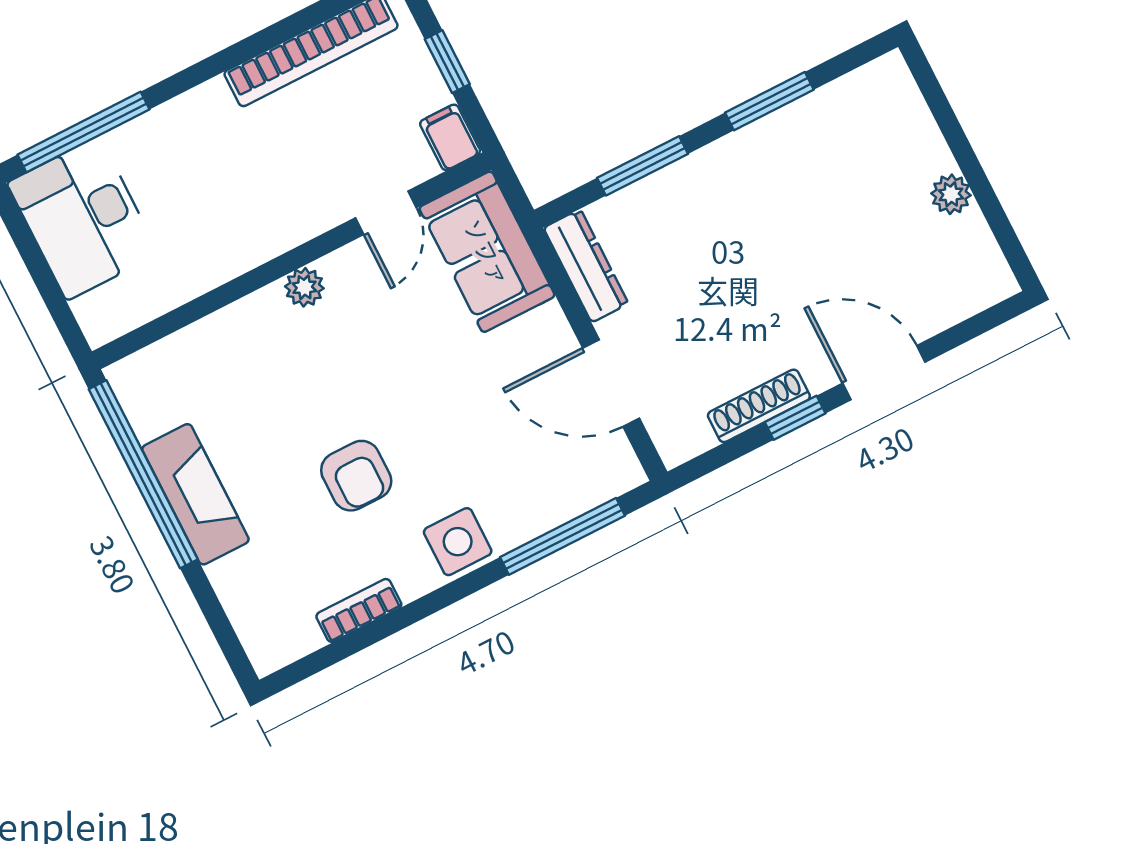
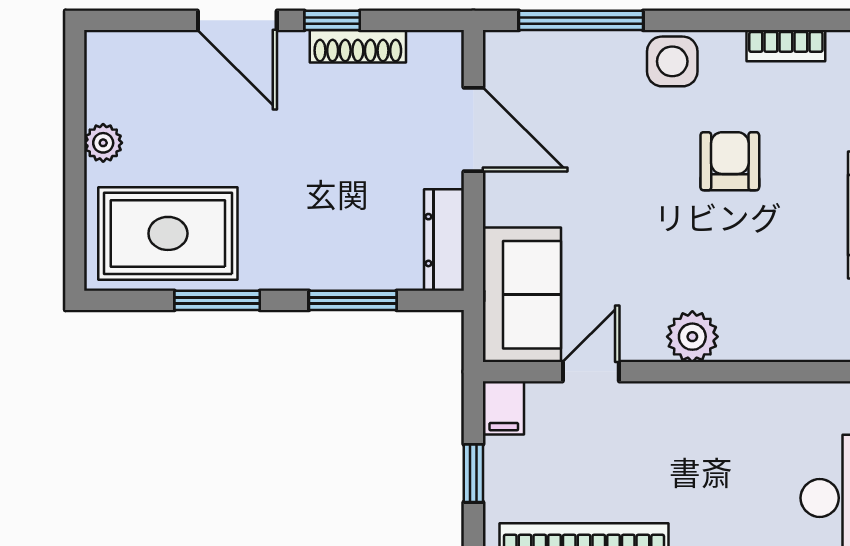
rug: (847, 140) -> (168, 233), added
plant: (304, 287) -> (692, 337), width x1.38, depth x1.38

